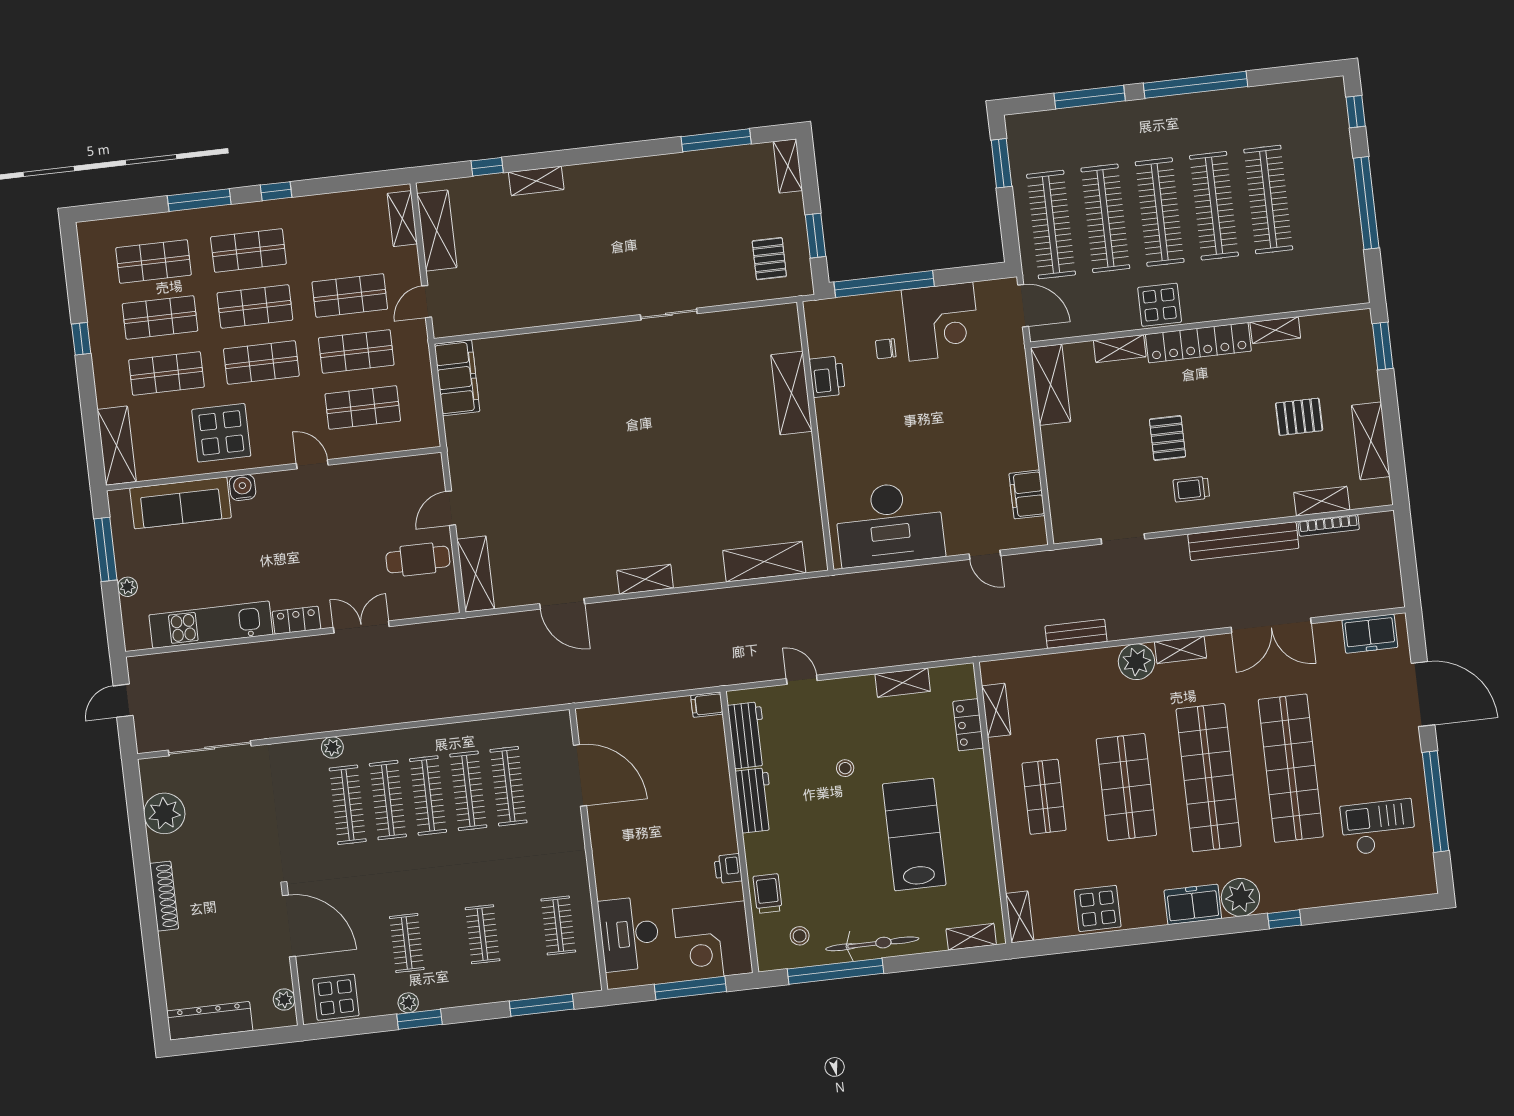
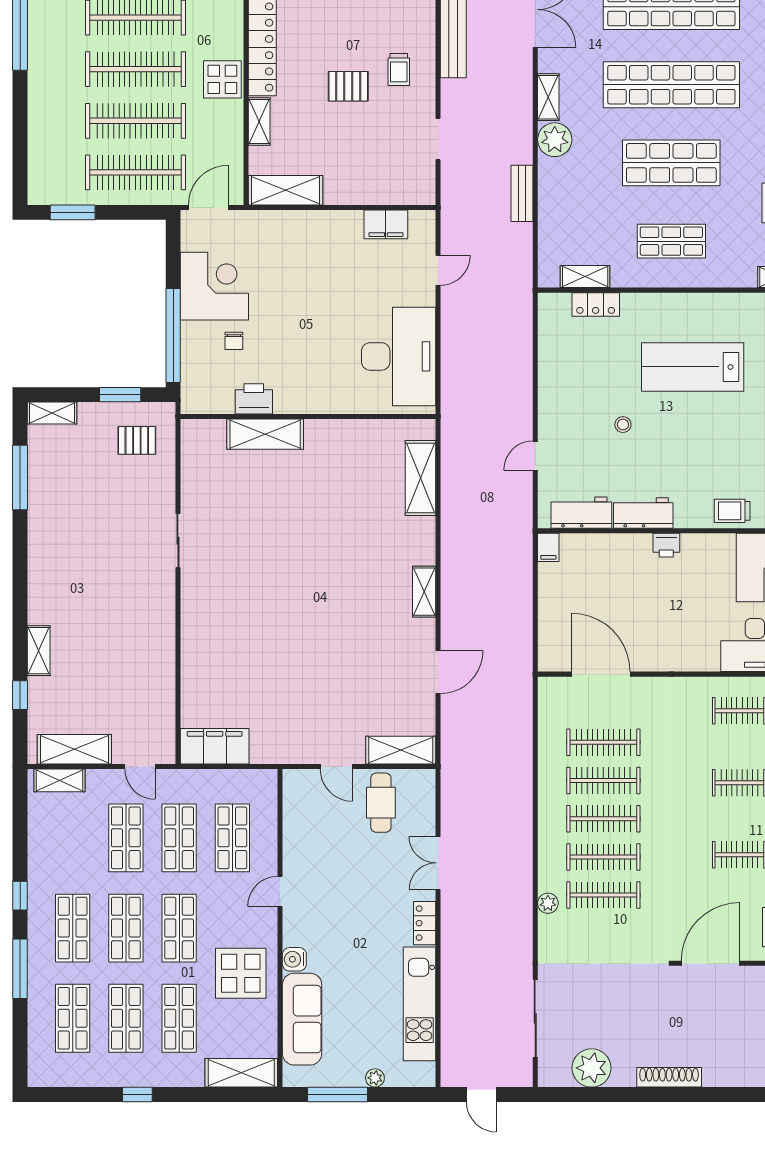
window: (1090, 97) -> (20, 122), removed
shelving: (903, 683) -> (549, 361), removed
door: (580, 775) -> (601, 674), hinge flipped
printer: (728, 869) -> (666, 545), moved

